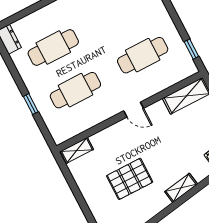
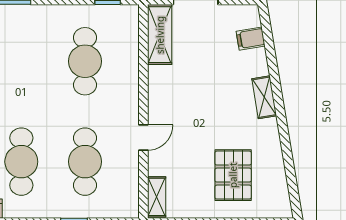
door: (134, 110) -> (143, 138), moved
pallet: (130, 179) -> (233, 175), moved

